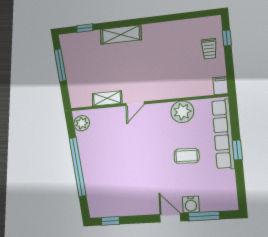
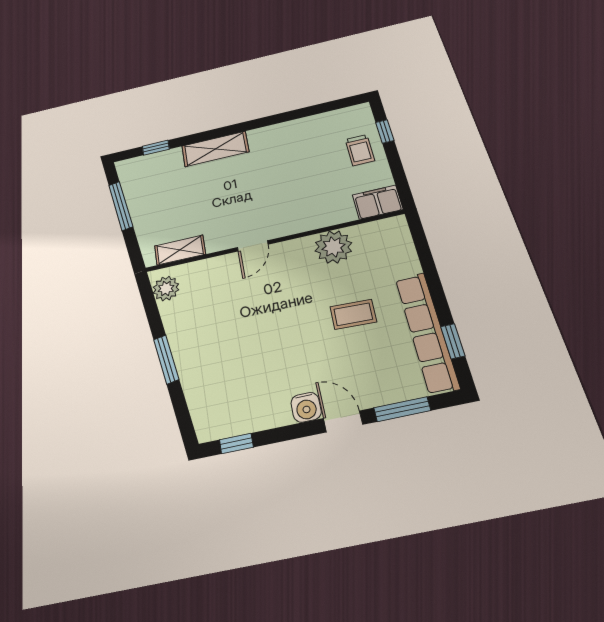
filing cabinet: (220, 86) -> (378, 202), width x2.00
shelving: (107, 98) -> (180, 250), moved
row of seats: (223, 134) -> (427, 332), moved
window: (237, 150) -> (453, 341), moved
window: (77, 166) -> (166, 359), width x0.47
water cooler: (191, 204) -> (306, 407), moved

